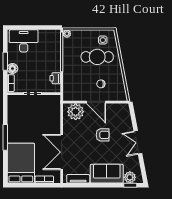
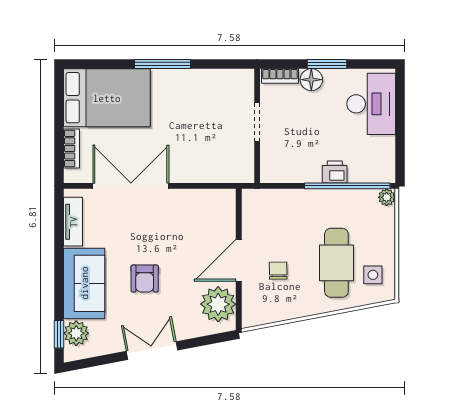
printer: (55, 78) -> (335, 172), moved
plant: (76, 112) -> (218, 304), moved
armchair: (103, 135) -> (145, 279), moved

